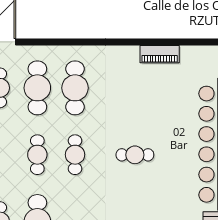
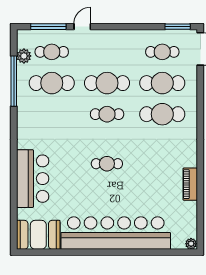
cafe table: (37, 155) -> (107, 83), width x1.37, depth x1.35
cafe table: (135, 155) -> (107, 164), turned 90

